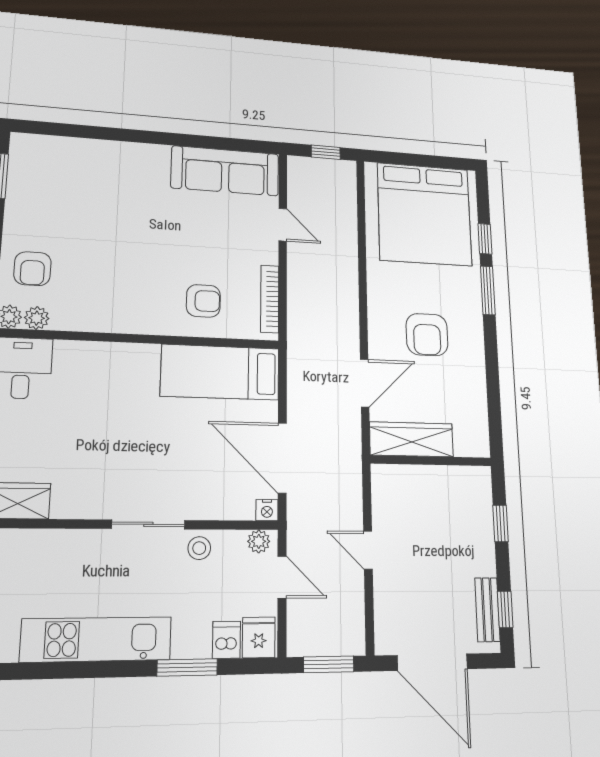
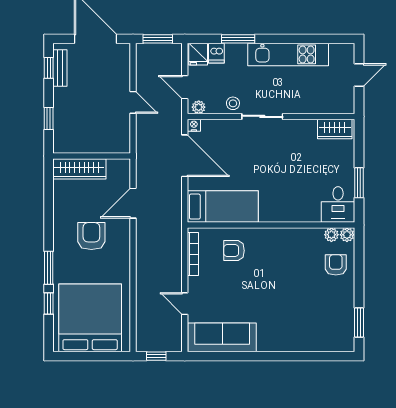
wardrobe: (411, 439) -> (79, 169), moved

